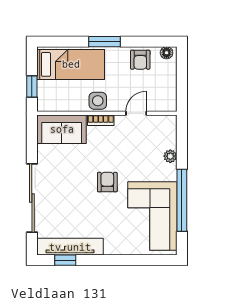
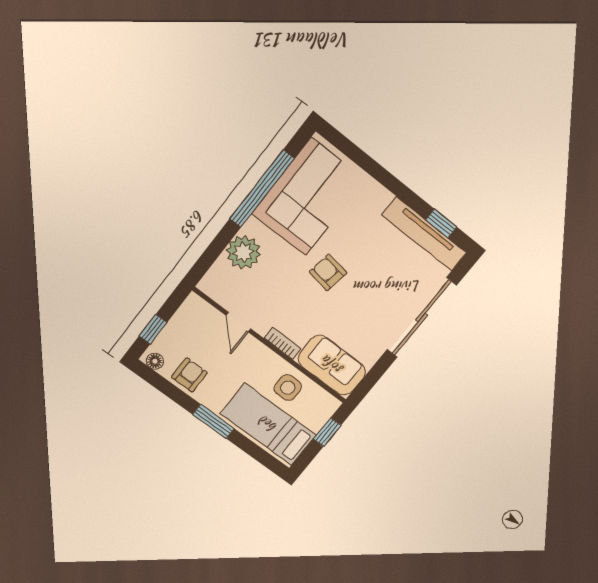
window: (182, 71) -> (153, 329), added
side table: (98, 101) -> (288, 388), moved
door: (136, 113) -> (238, 322), hinge flipped
plant: (170, 156) -> (243, 252), width x1.88, depth x1.88
armchair: (107, 182) -> (328, 272), turned 99

